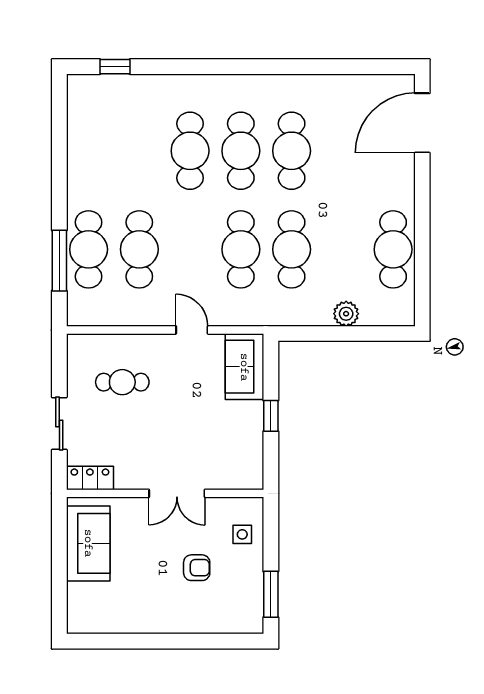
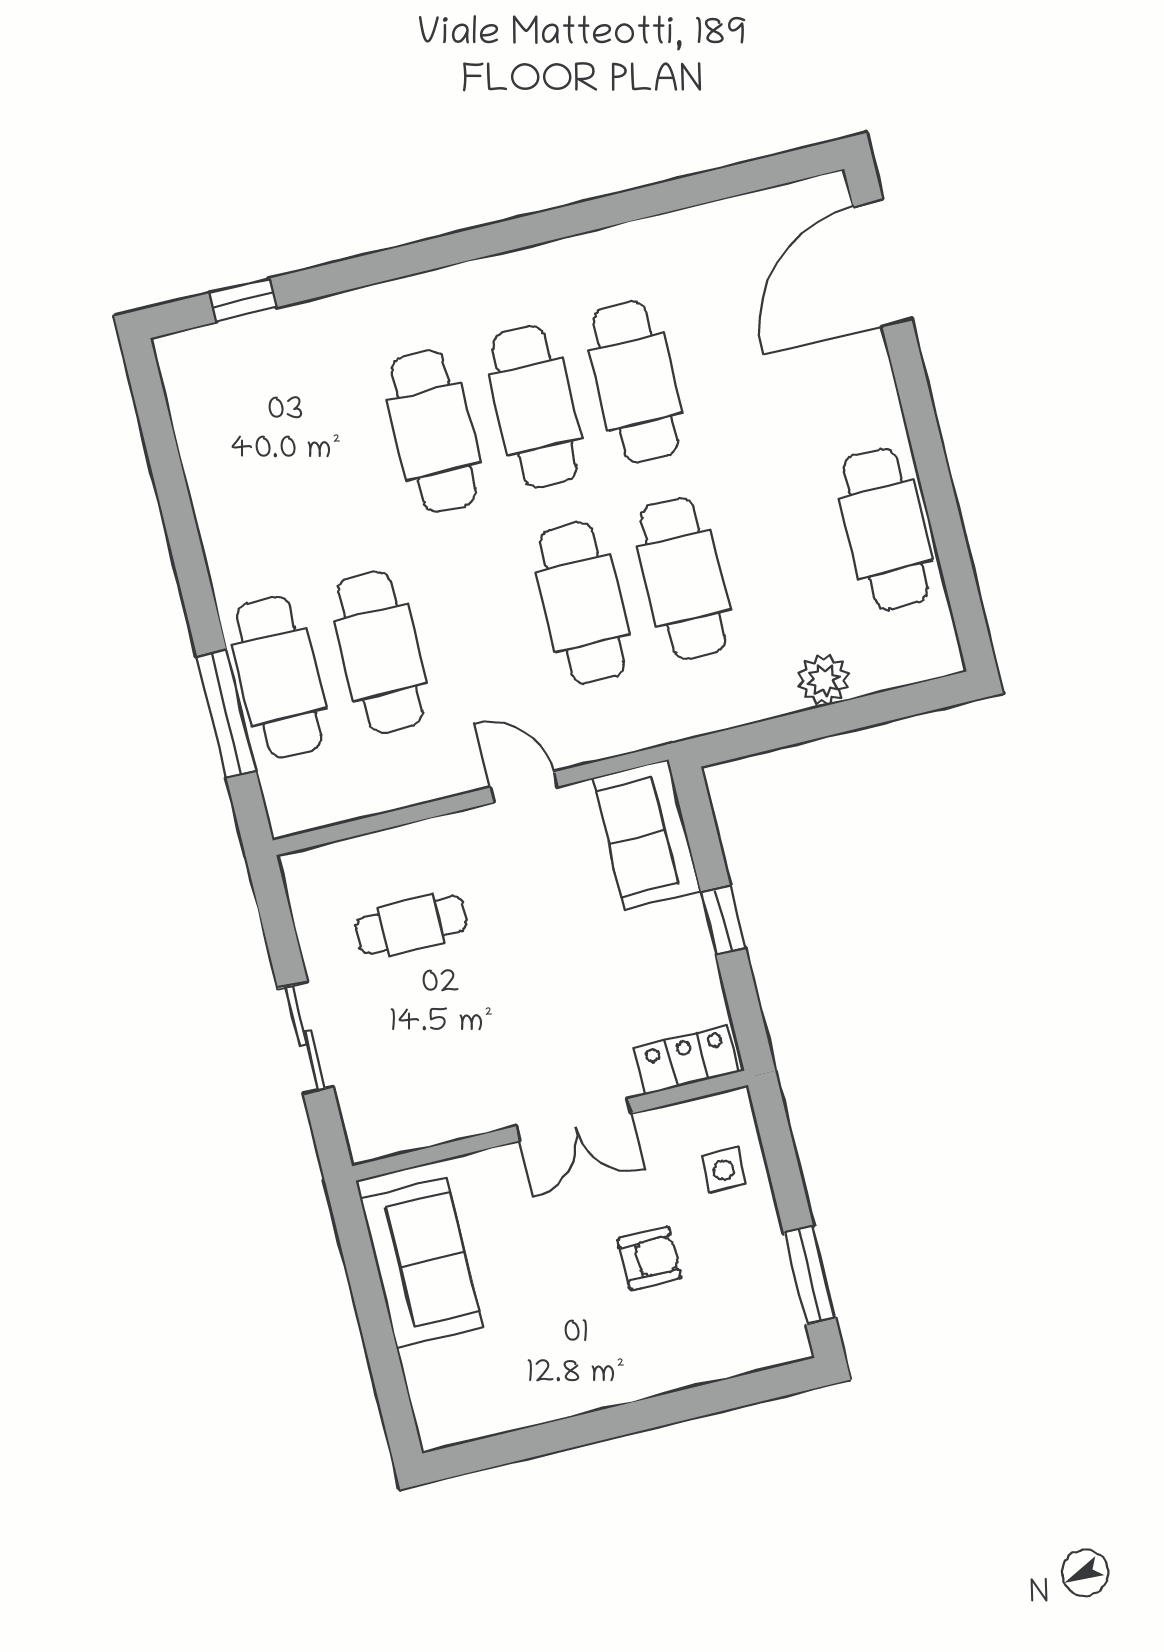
locker: (90, 478) -> (686, 1060), moved

